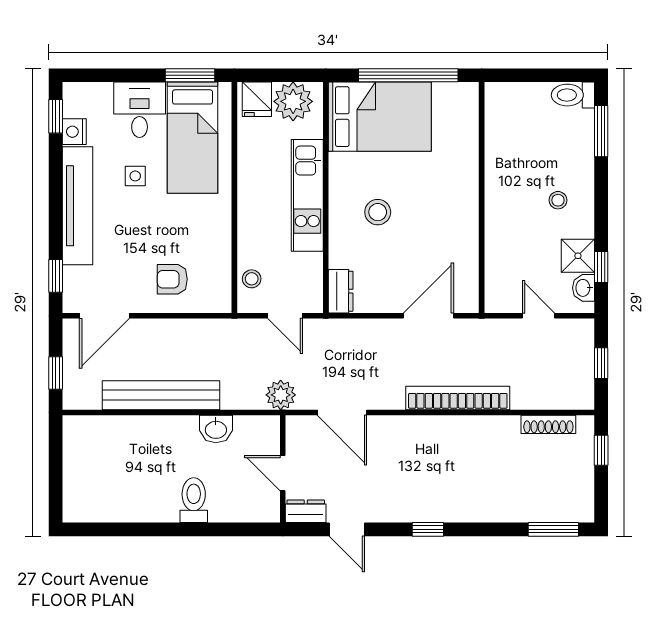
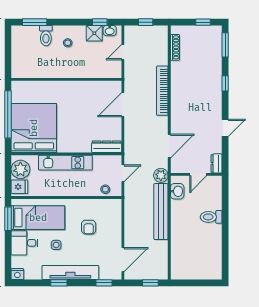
toilet: (573, 95) -> (46, 36), moved
window: (56, 116) -> (59, 283), moved
bed: (380, 117) -> (34, 128), width x1.36
nightstand: (74, 132) -> (17, 274), moved
stool: (378, 212) -> (73, 129), removed
armchair: (172, 279) -> (89, 227), moved
dresser: (341, 291) -> (107, 147), width x1.44
door: (104, 316) -> (123, 260), hinge flipped
door: (428, 316) -> (123, 105), hinge flipped
bench: (161, 395) -> (161, 212), moved
washbasin: (216, 429) -> (177, 191), moved
window: (601, 450) -> (203, 22), moved
door: (347, 529) -> (225, 128), moved
window: (428, 529) -> (225, 83), moved

